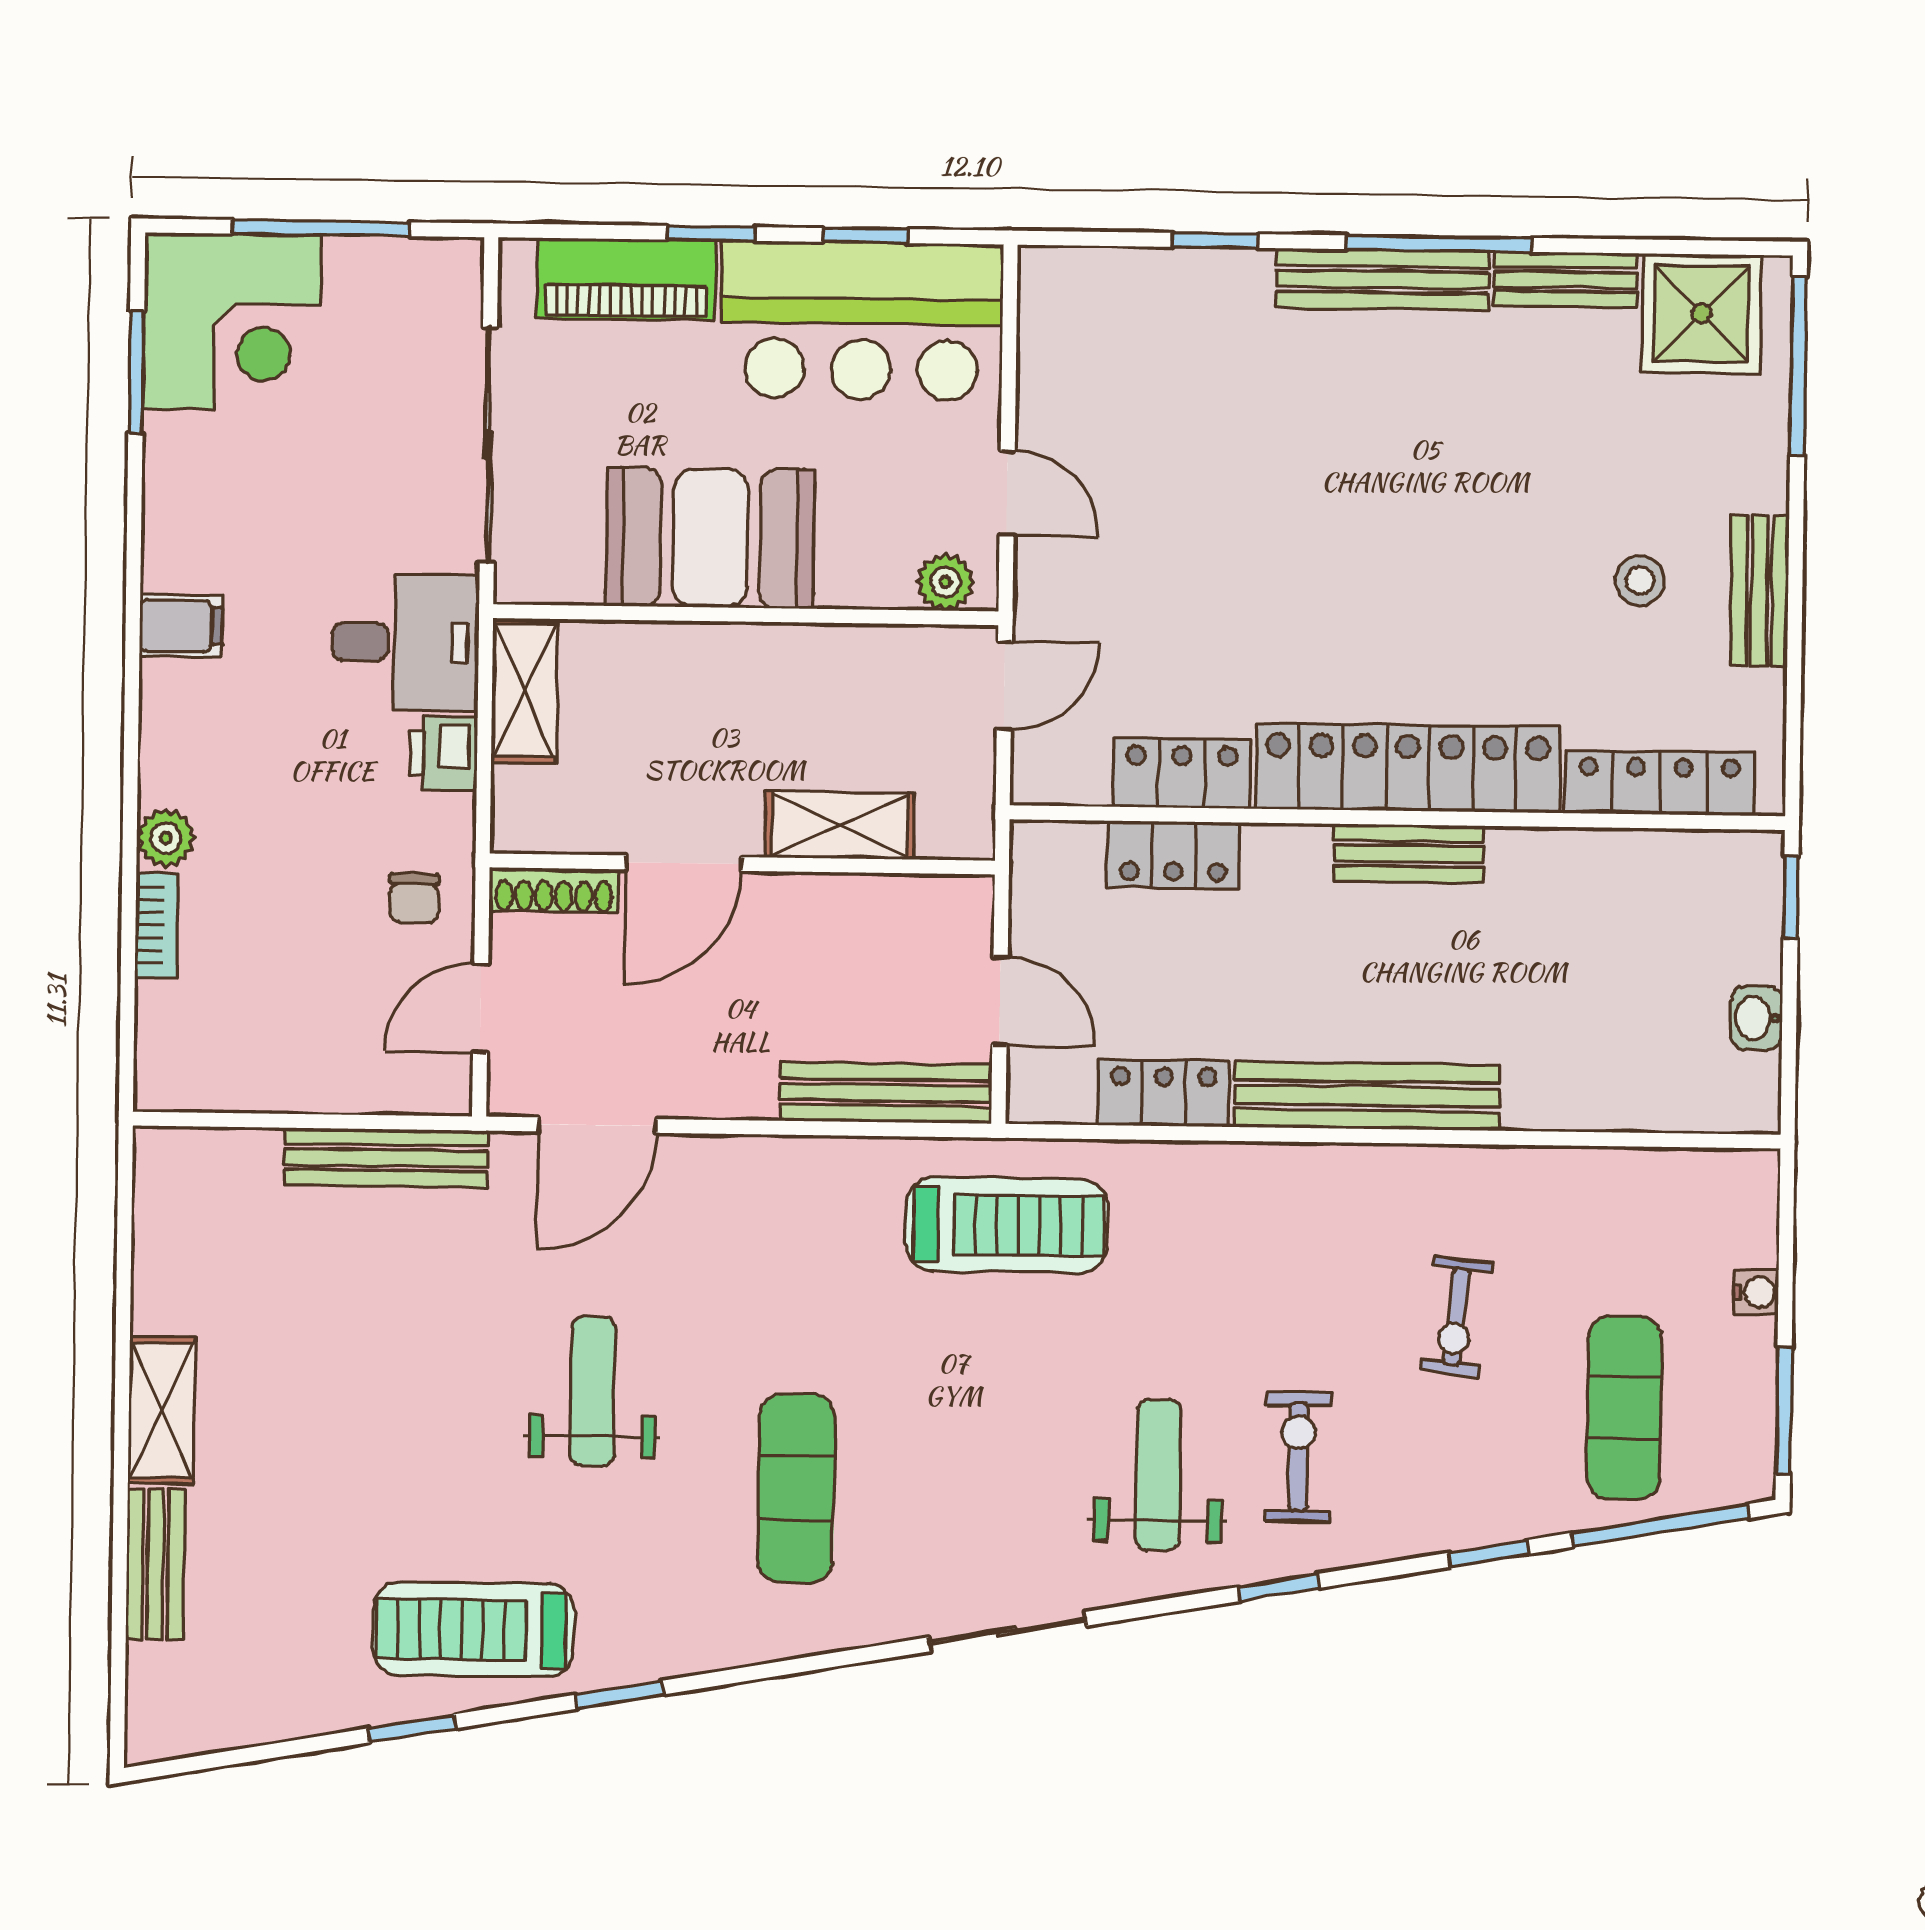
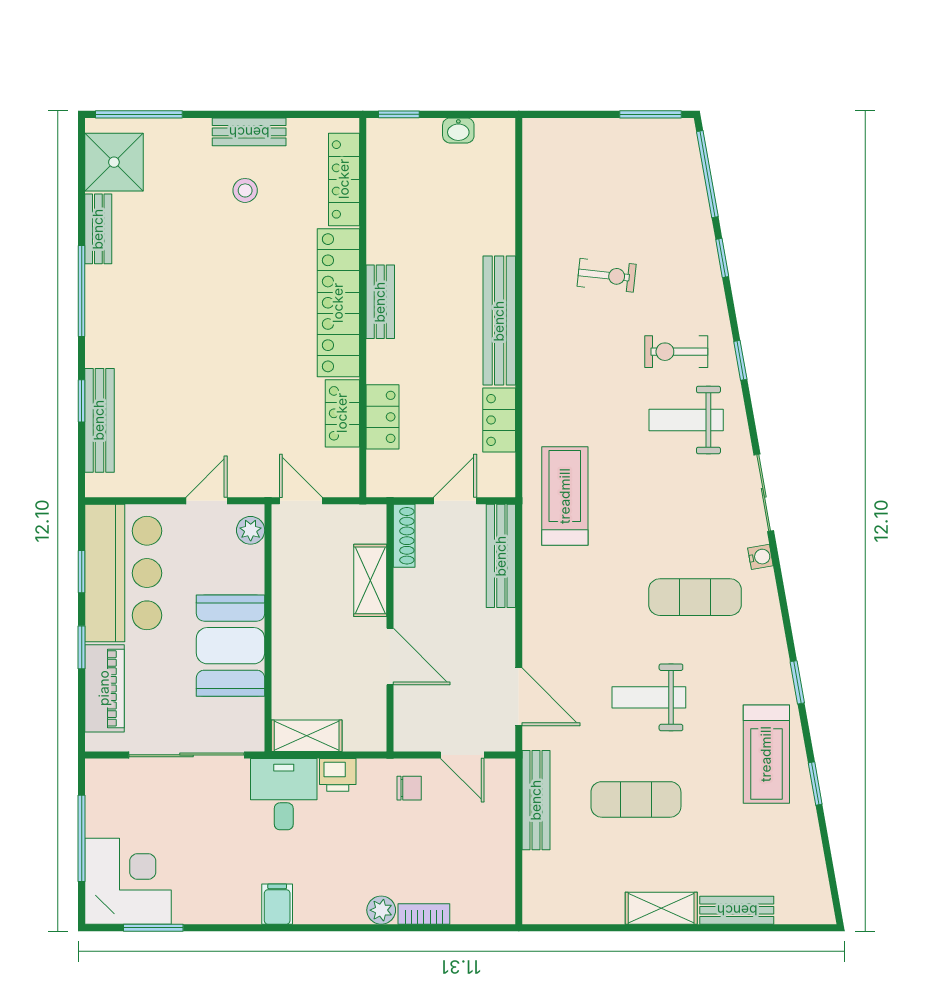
bench: (1382, 279) -> (99, 420), moved
shoe rack: (554, 890) -> (404, 536), moved
water cooler: (1756, 1292) -> (760, 557), moved, turned 80
exercise mat: (1624, 1408) -> (636, 799), moved

